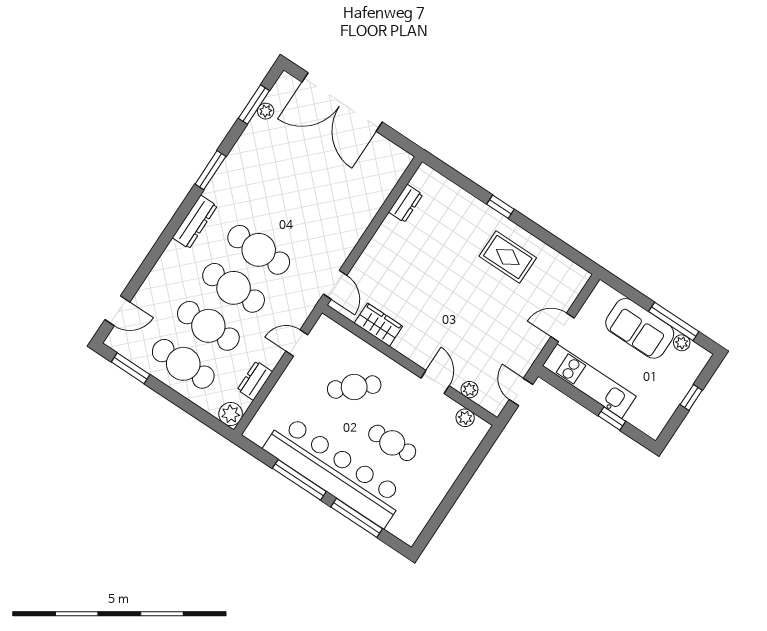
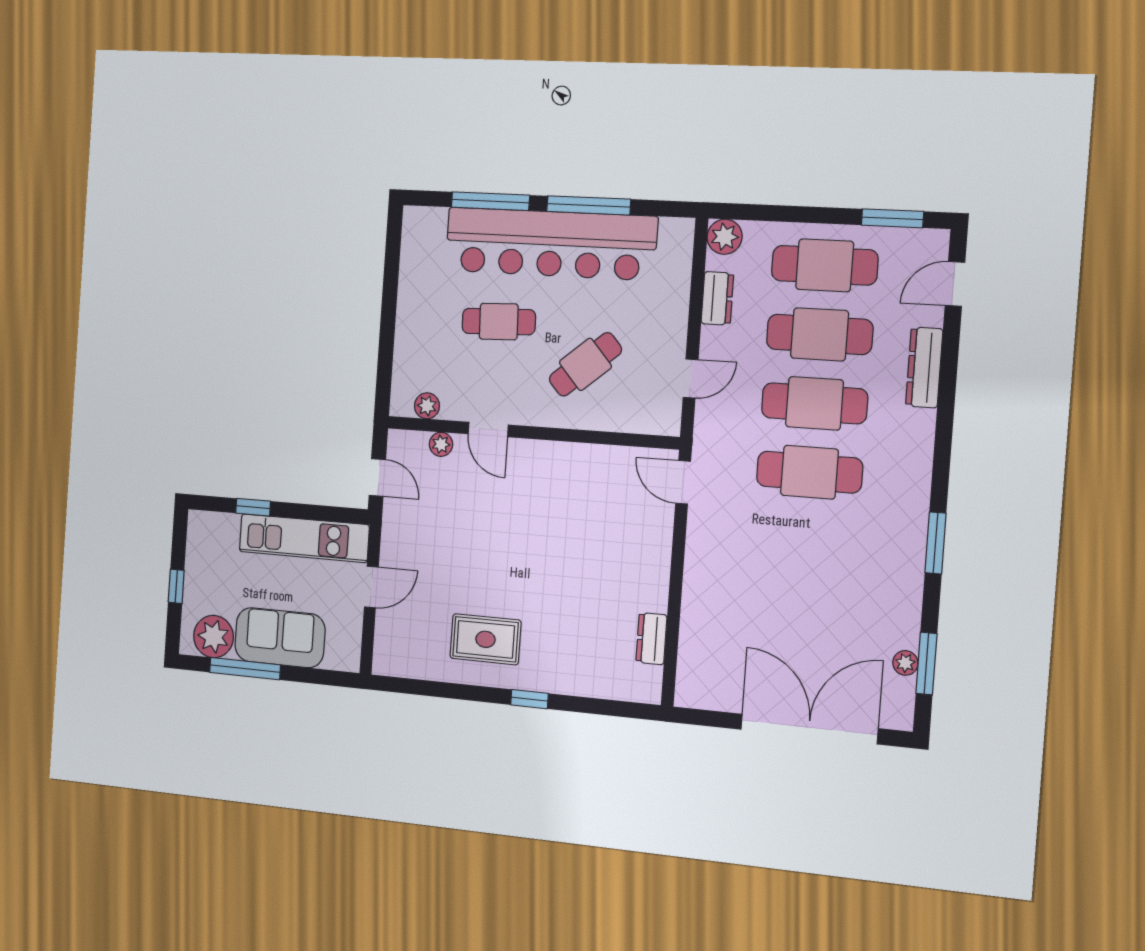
dresser: (195, 222) -> (924, 367), moved
wardrobe: (378, 325) -> (599, 462), removed
plant: (682, 343) -> (213, 637), width x1.87, depth x1.87

